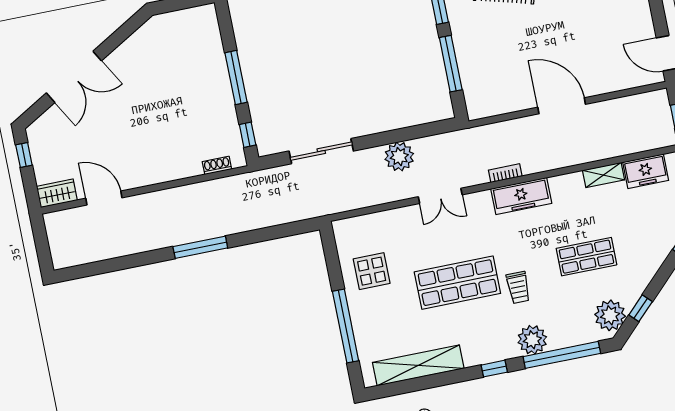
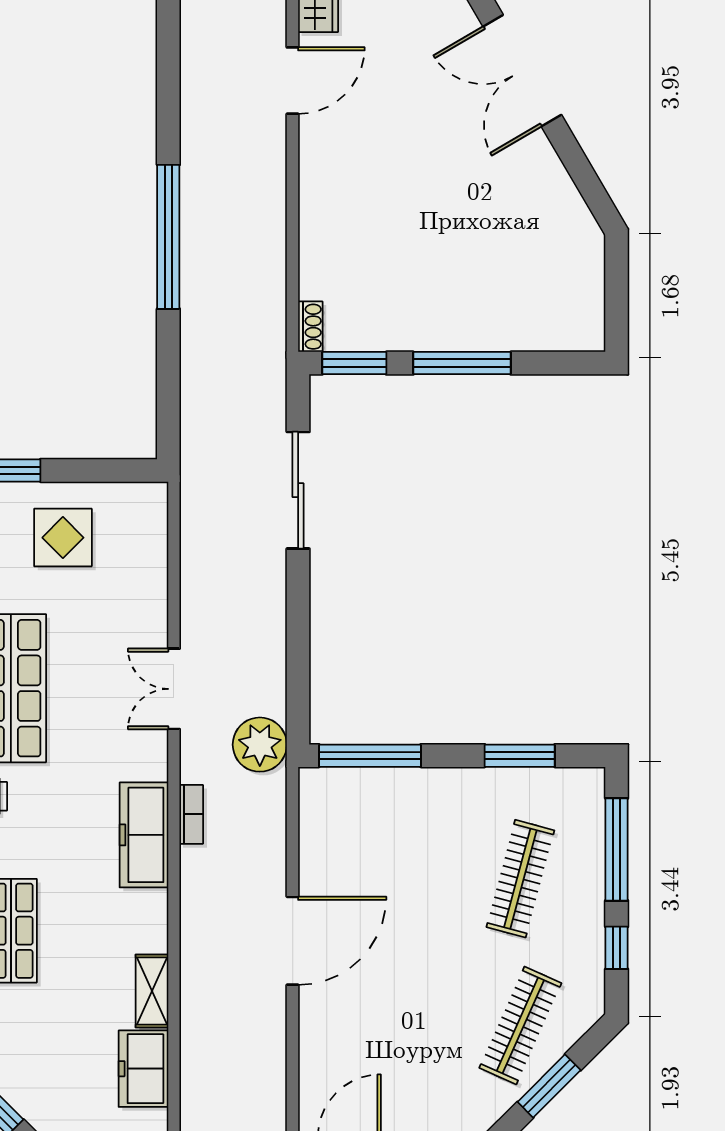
window: (451, 64) -> (370, 756), moved
window: (248, 135) -> (354, 363), width x1.50
plant: (399, 157) -> (260, 745), moved
shoe rack: (217, 165) -> (310, 327), moved
window: (200, 247) -> (168, 237), width x1.46

